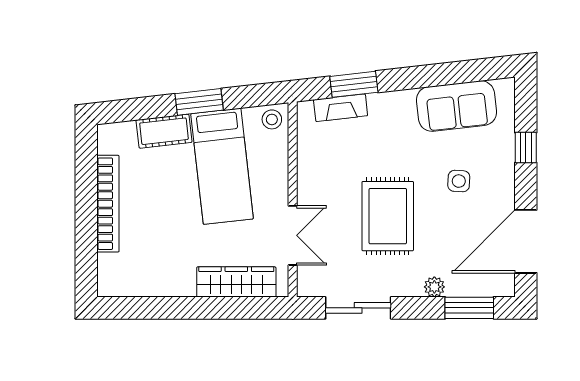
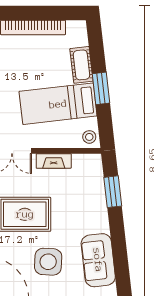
fireplace: (341, 108) -> (54, 161), moved, turned -83
side table: (459, 181) -> (48, 262), width x1.87, depth x1.87

